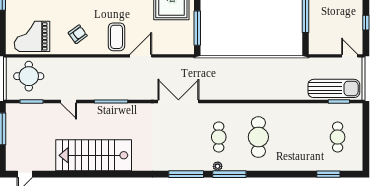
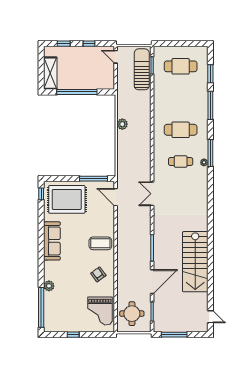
door: (141, 56) -> (116, 197), moved
door: (350, 56) -> (116, 57), hinge flipped
plant: (265, 64) -> (122, 124), added
door: (69, 101) -> (152, 282), width x1.87
double door: (178, 101) -> (152, 194), width x0.73
cafe table: (338, 137) -> (181, 66), width x1.37, depth x1.35
window: (186, 174) -> (210, 105), moved

